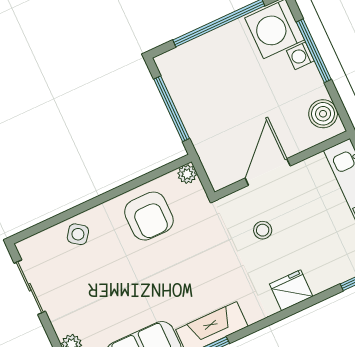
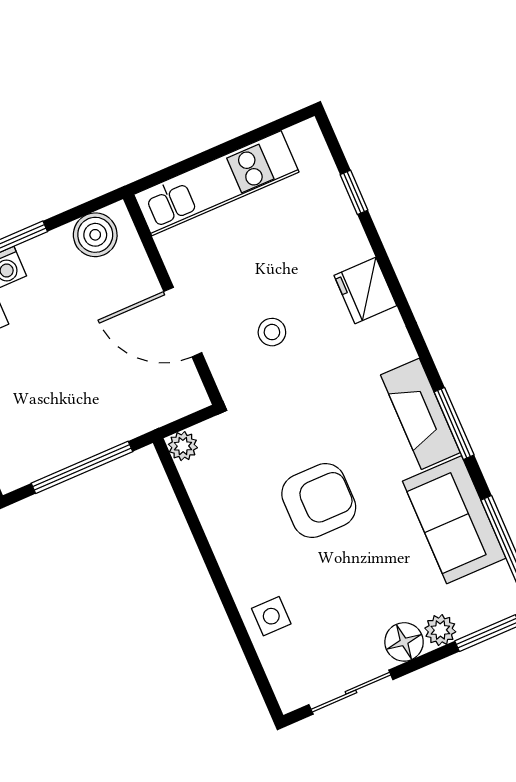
armchair: (149, 216) -> (319, 500), moved
side table: (78, 234) -> (271, 616), turned -36
floor lamp: (63, 321) -> (404, 642), added

